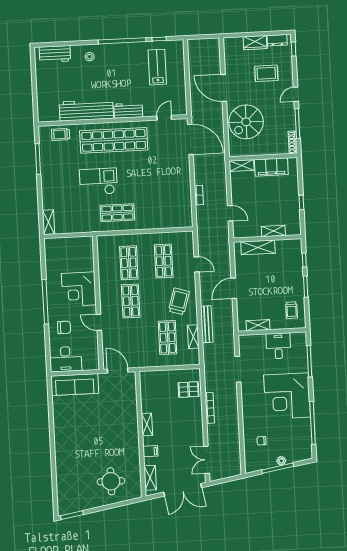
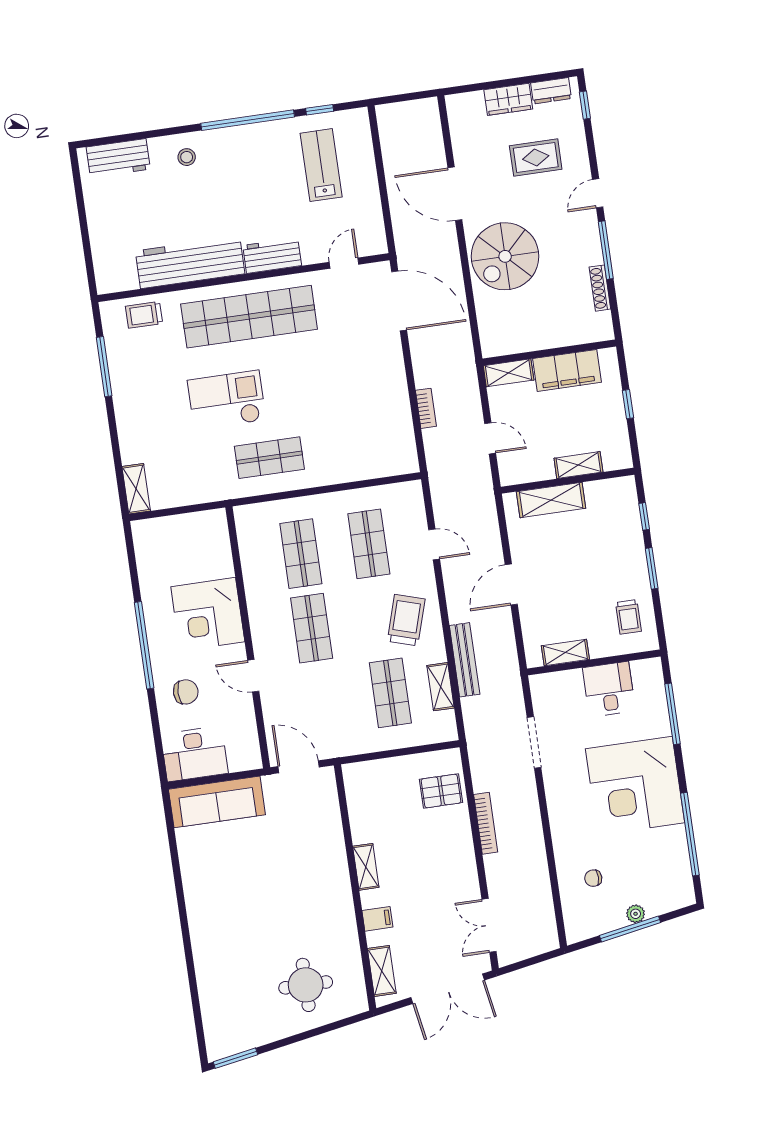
wall: (263, 157) -> (549, 353), moved
shelving: (242, 165) -> (509, 373), moved
filing cabinet: (271, 167) -> (567, 370), moved

